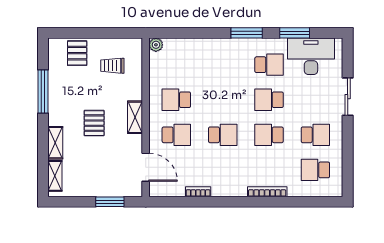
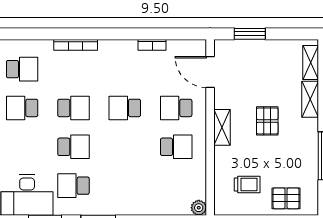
pallet: (77, 53) -> (286, 198), turned 90

